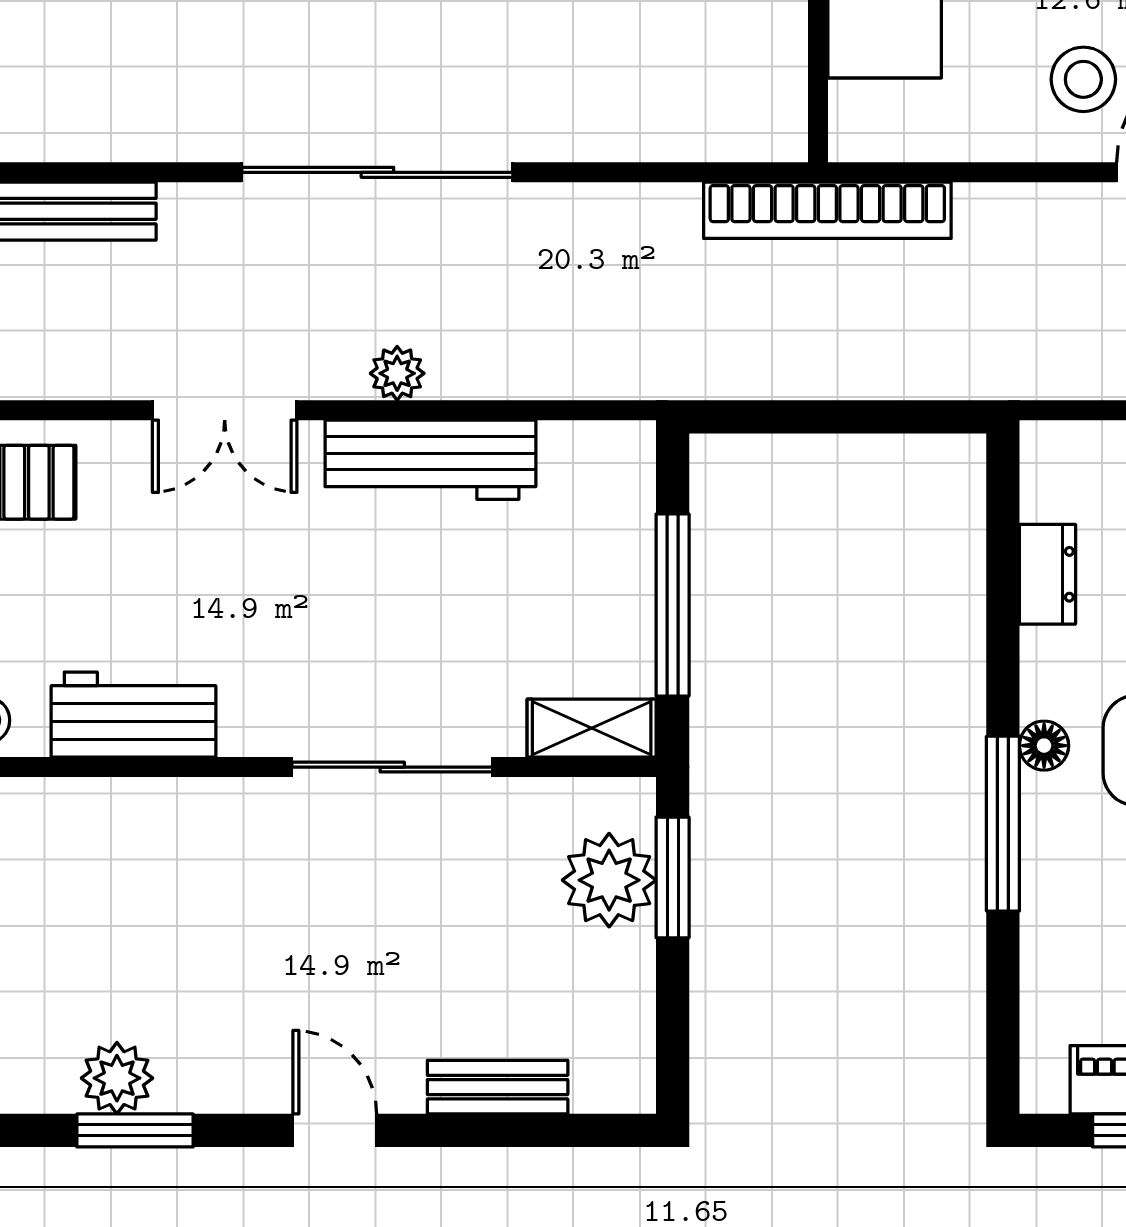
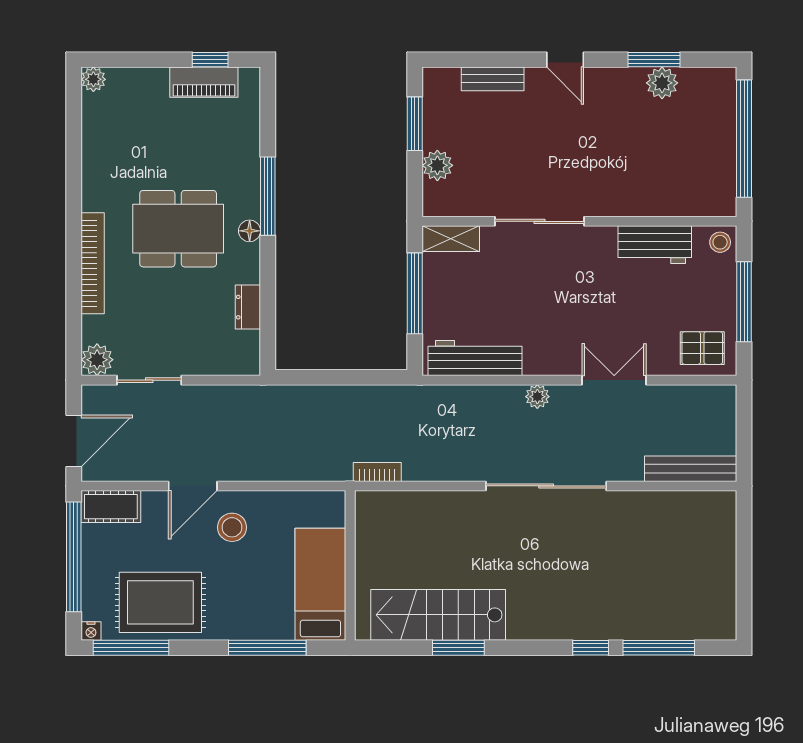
bookcase: (827, 210) -> (377, 472), width x0.43, depth x0.76
workbench: (430, 460) -> (475, 358), moved
window: (673, 877) -> (415, 124), moved
plant: (609, 880) -> (437, 165), width x0.73, depth x0.73

